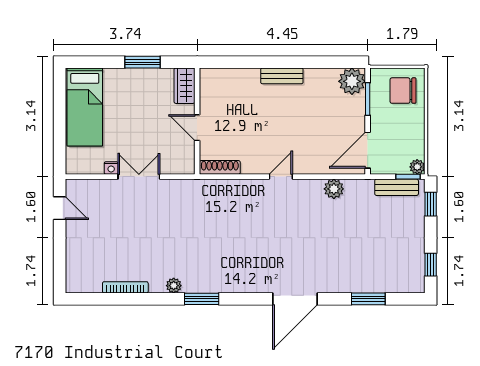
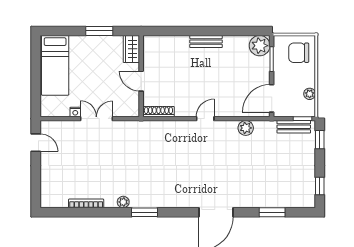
plant: (417, 167) -> (310, 94), moved

